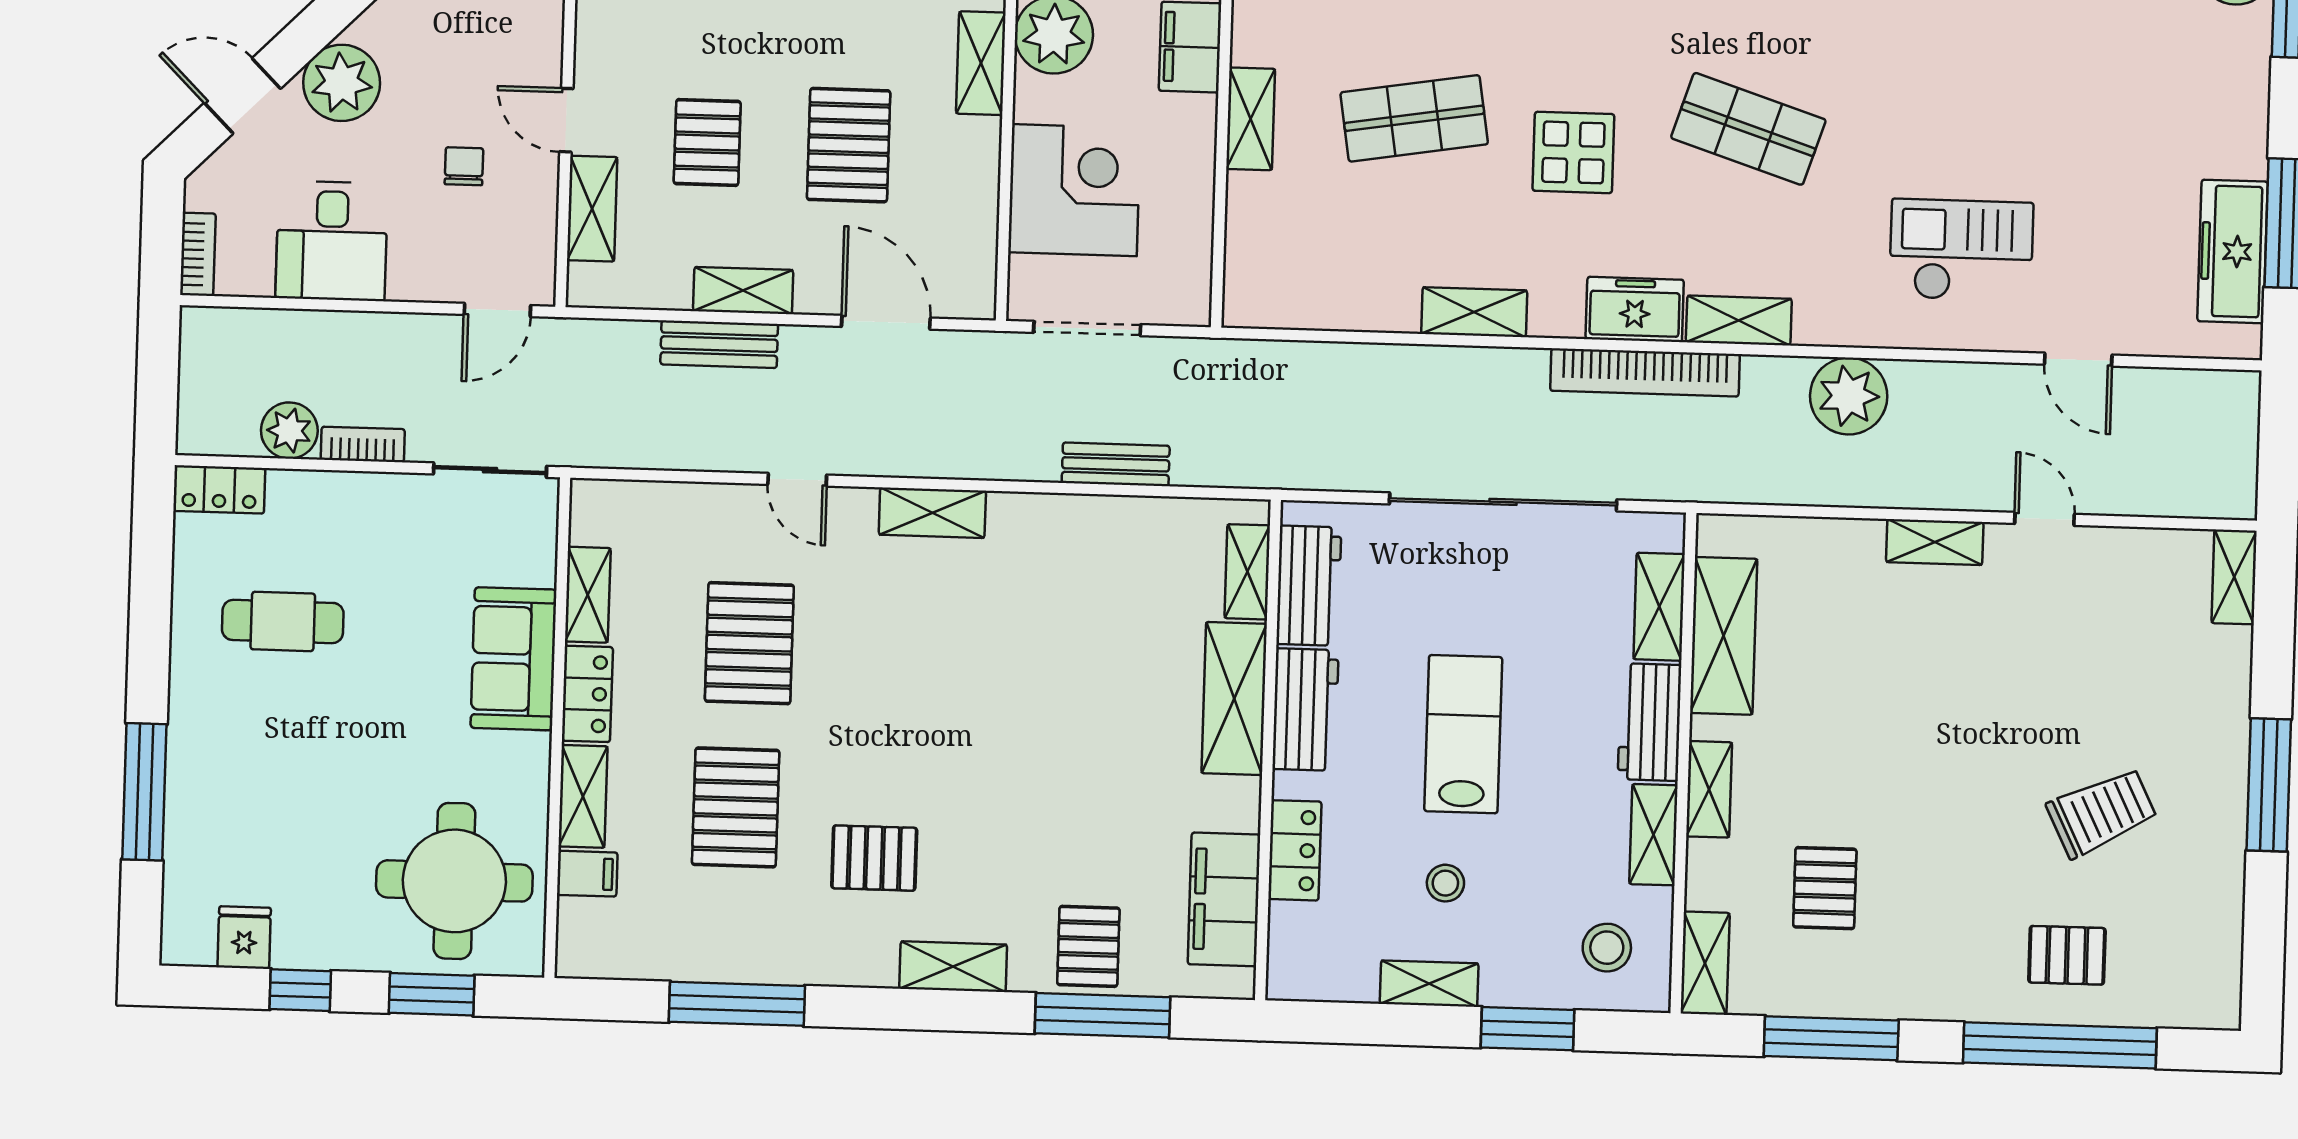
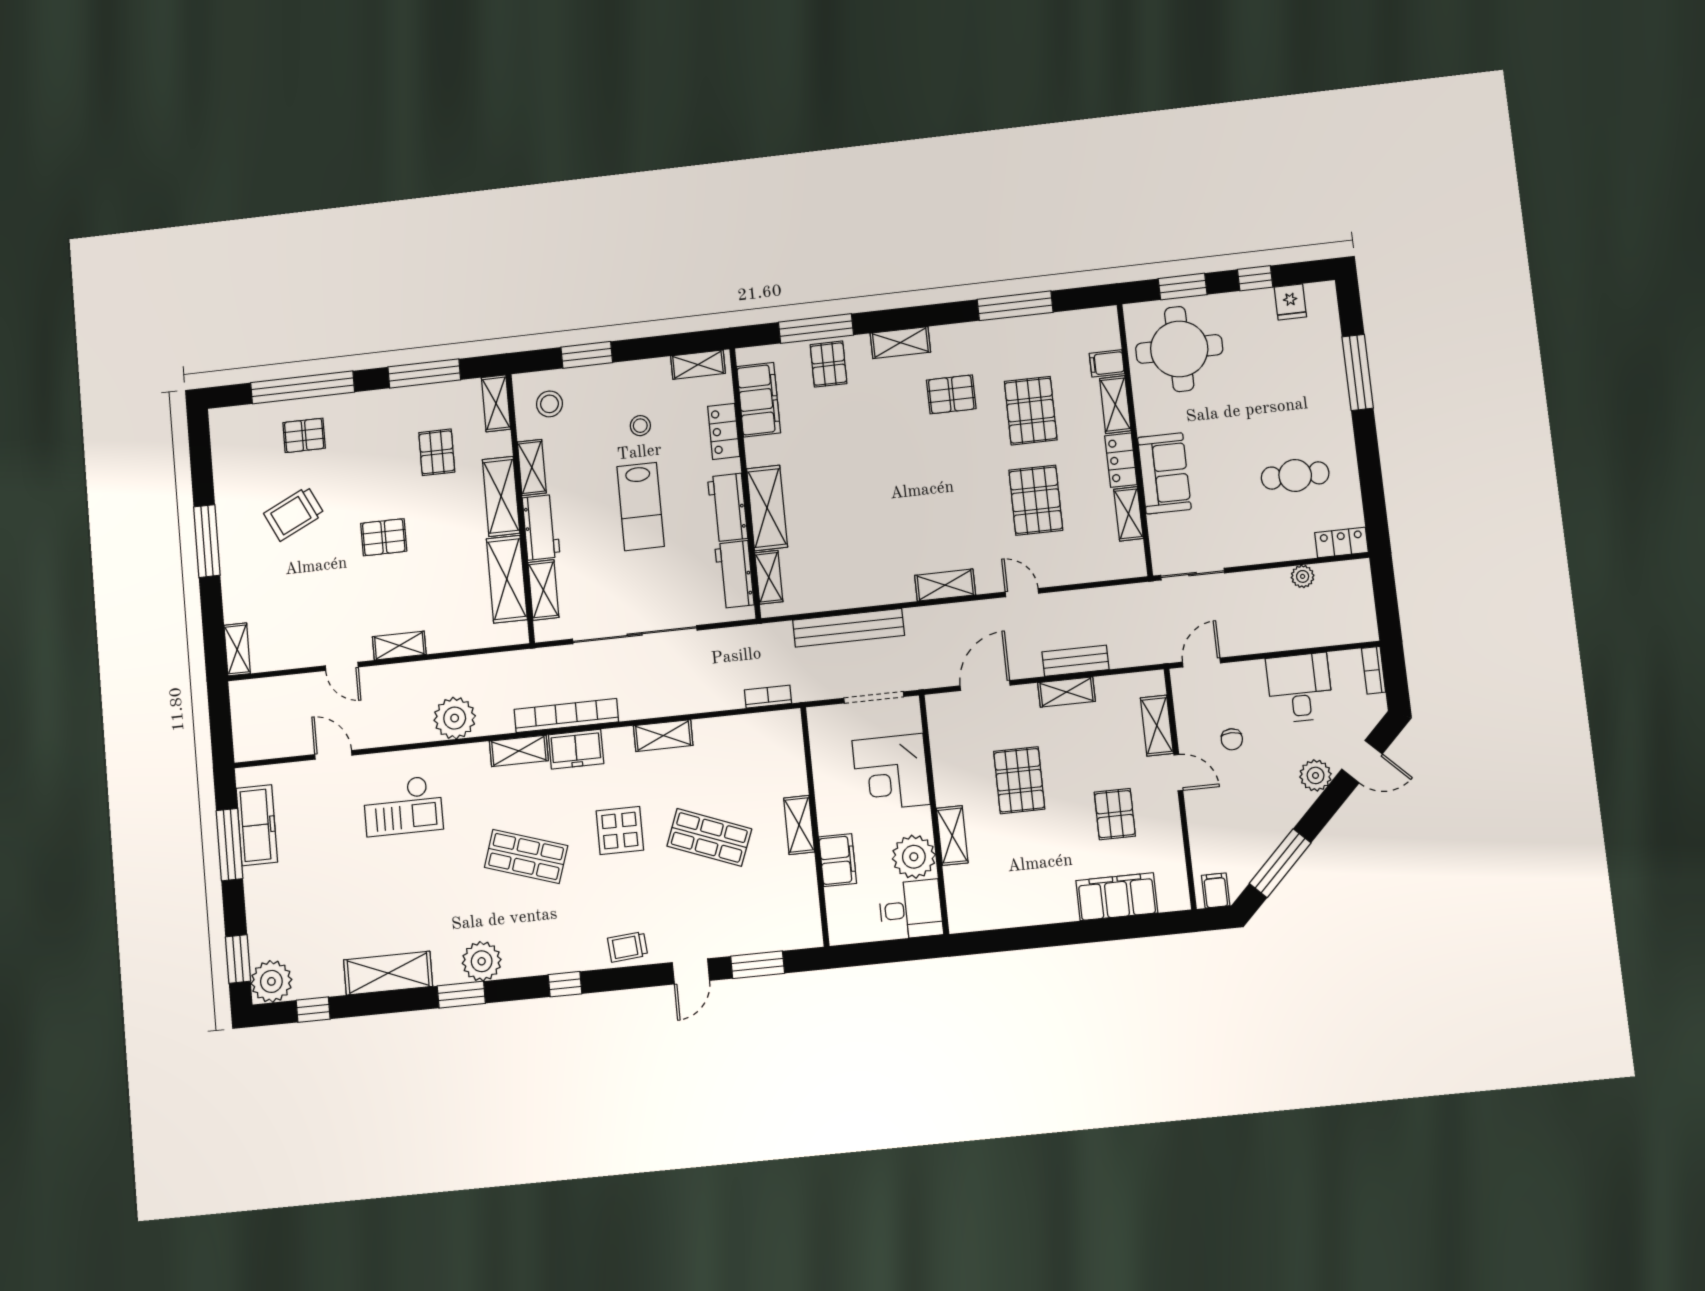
plant: (342, 83) -> (1316, 775), width x0.73, depth x0.73
shop shelf: (1414, 118) -> (709, 837), turned 30
pallet: (707, 143) -> (1115, 814), moved
door: (886, 322) -> (985, 686), swing flipped
plant: (289, 430) -> (1303, 576), width x0.73, depth x0.73
bookcase: (363, 444) -> (768, 697), moved, turned 180
bench: (1116, 464) -> (848, 628), width x1.86, depth x1.21
pallet: (1941, 745) -> (384, 537), added
shelving: (1709, 789) -> (501, 496), width x1.50, depth x1.33
shelving: (1429, 984) -> (698, 365), moved

